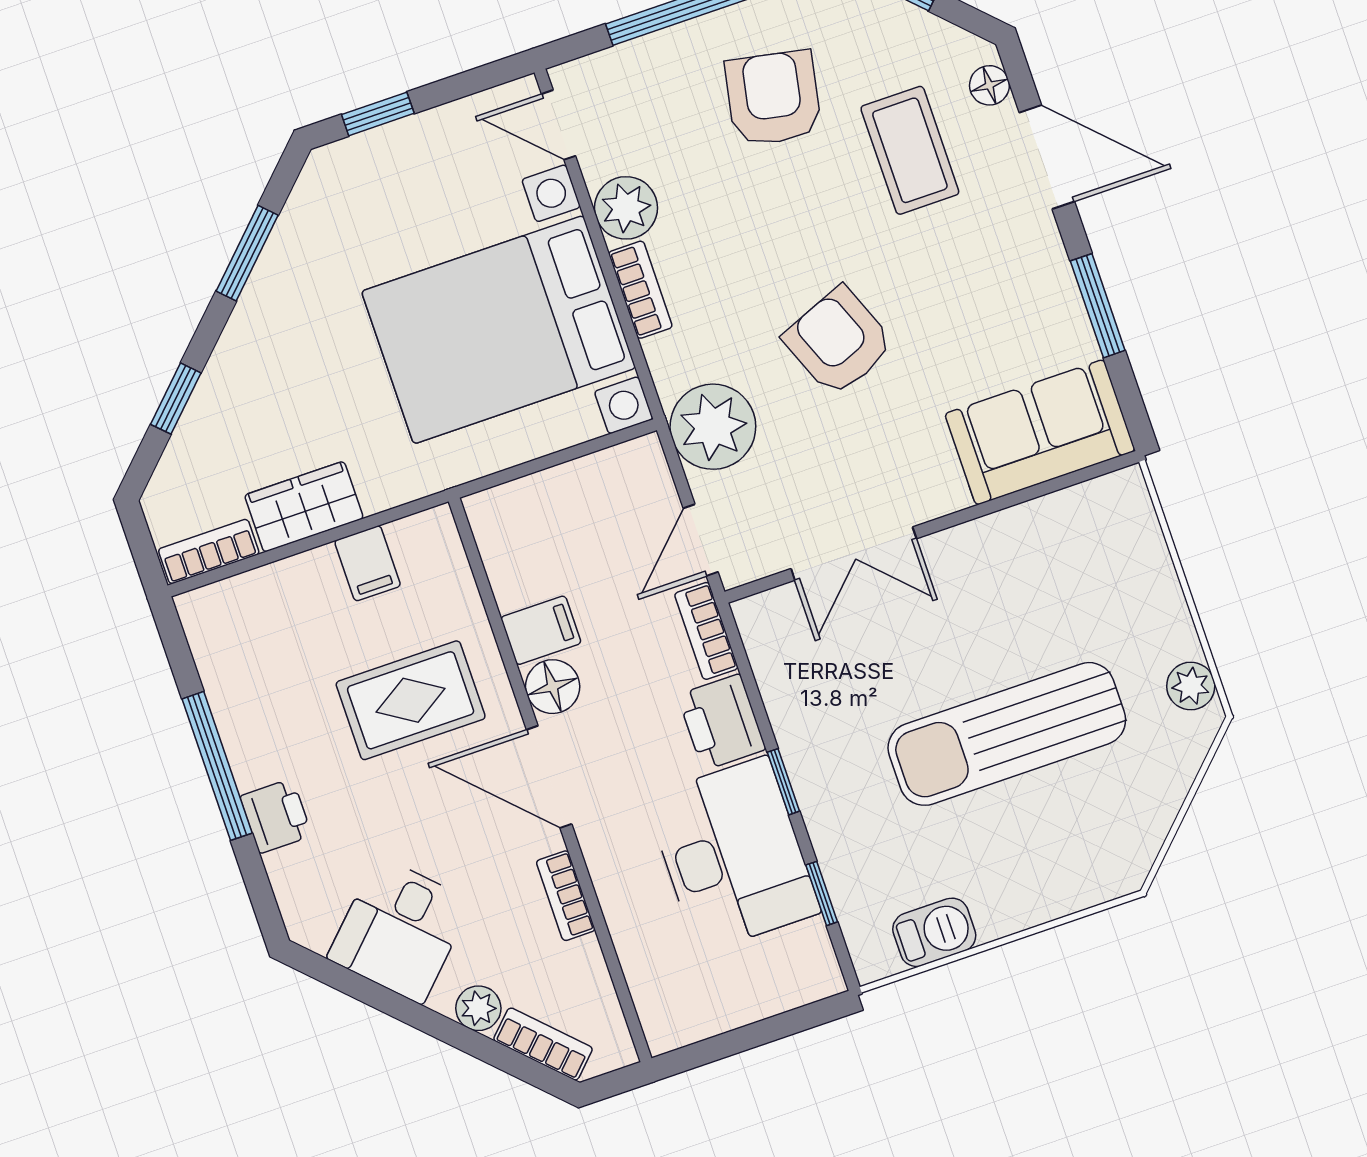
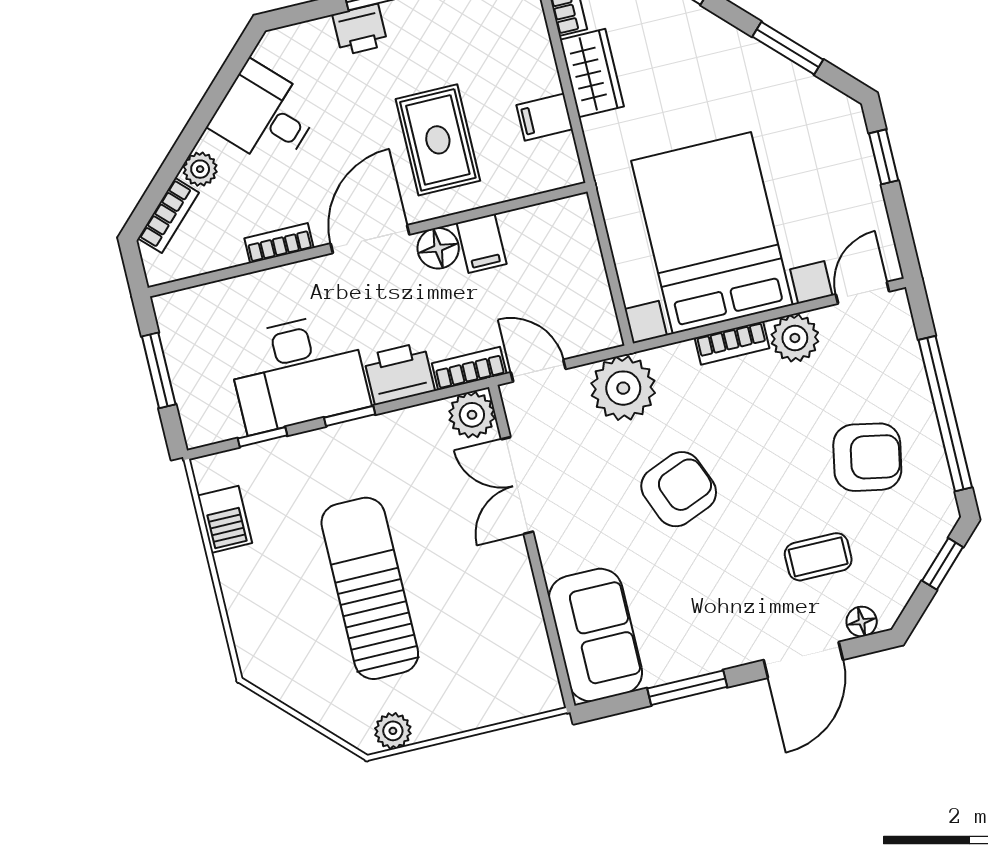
coffee table: (910, 150) -> (818, 557), width x0.73, depth x0.77
plant: (767, 622) -> (472, 415), added
window: (747, 1038) -> (159, 370), added

